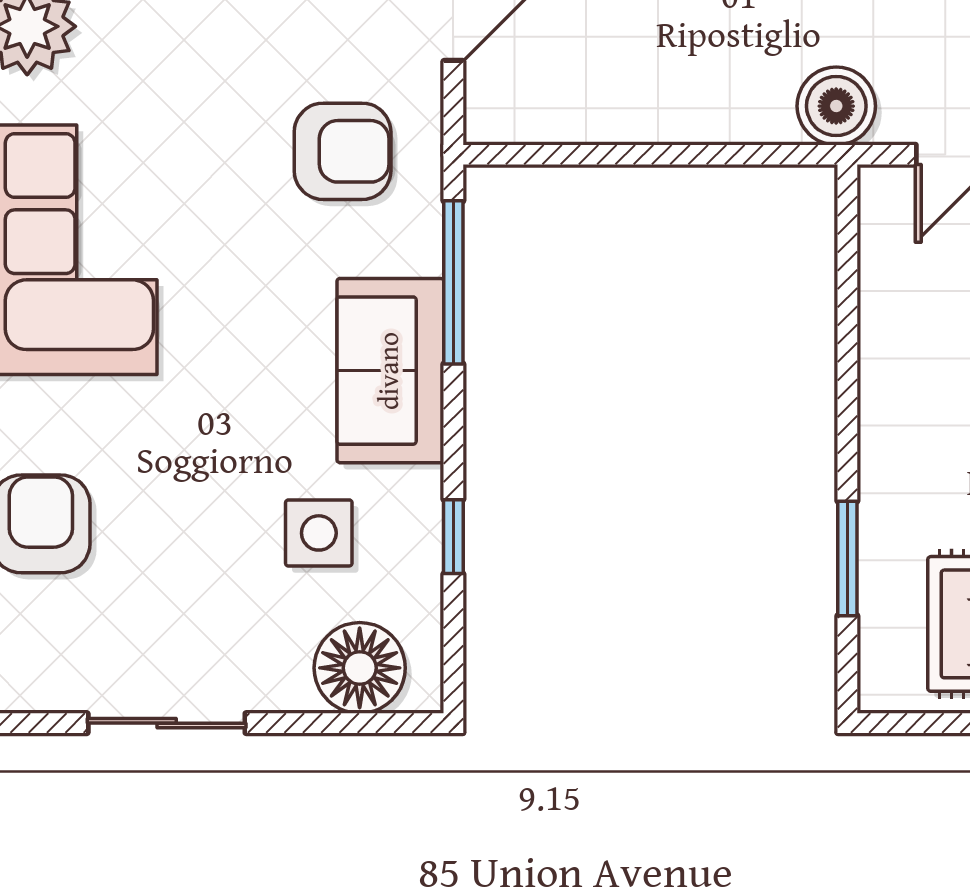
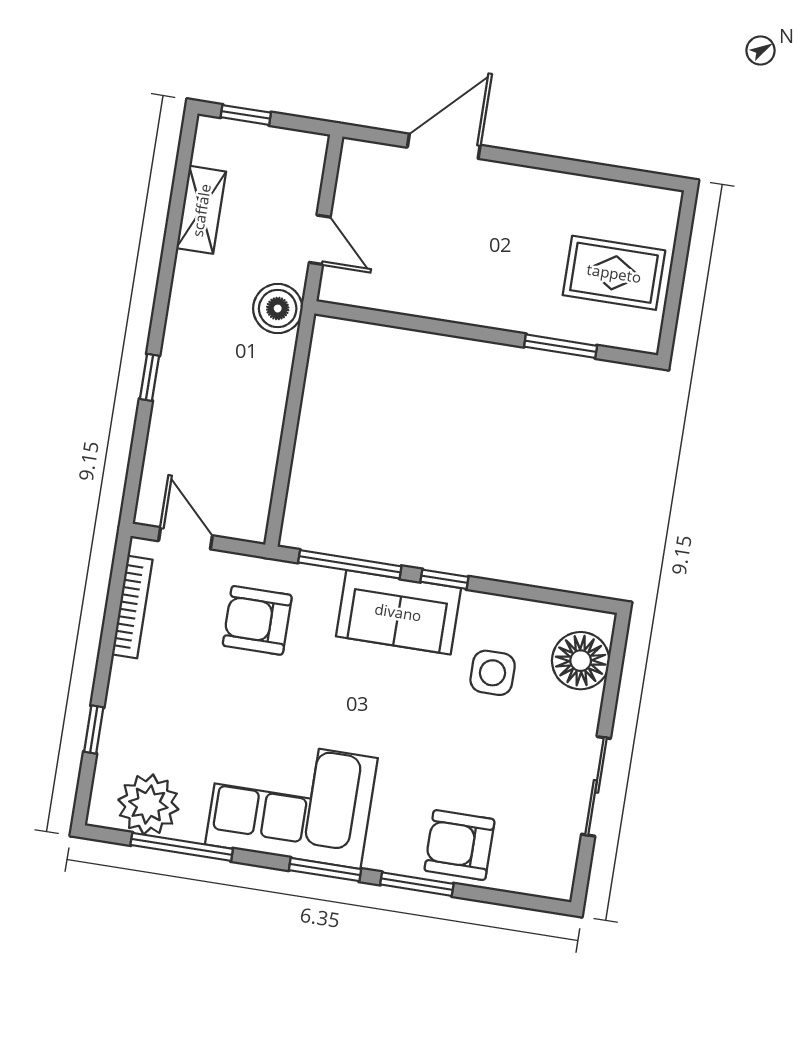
armchair: (343, 151) -> (257, 620), turned -90
window: (453, 537) -> (444, 579), moved

